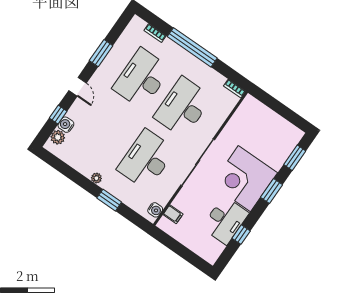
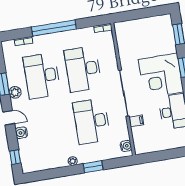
window: (58, 115) -> (15, 157), moved
water cooler: (66, 125) -> (21, 133), moved
plant: (58, 137) -> (15, 92), moved
filing cabinet: (173, 214) -> (136, 121), moved

